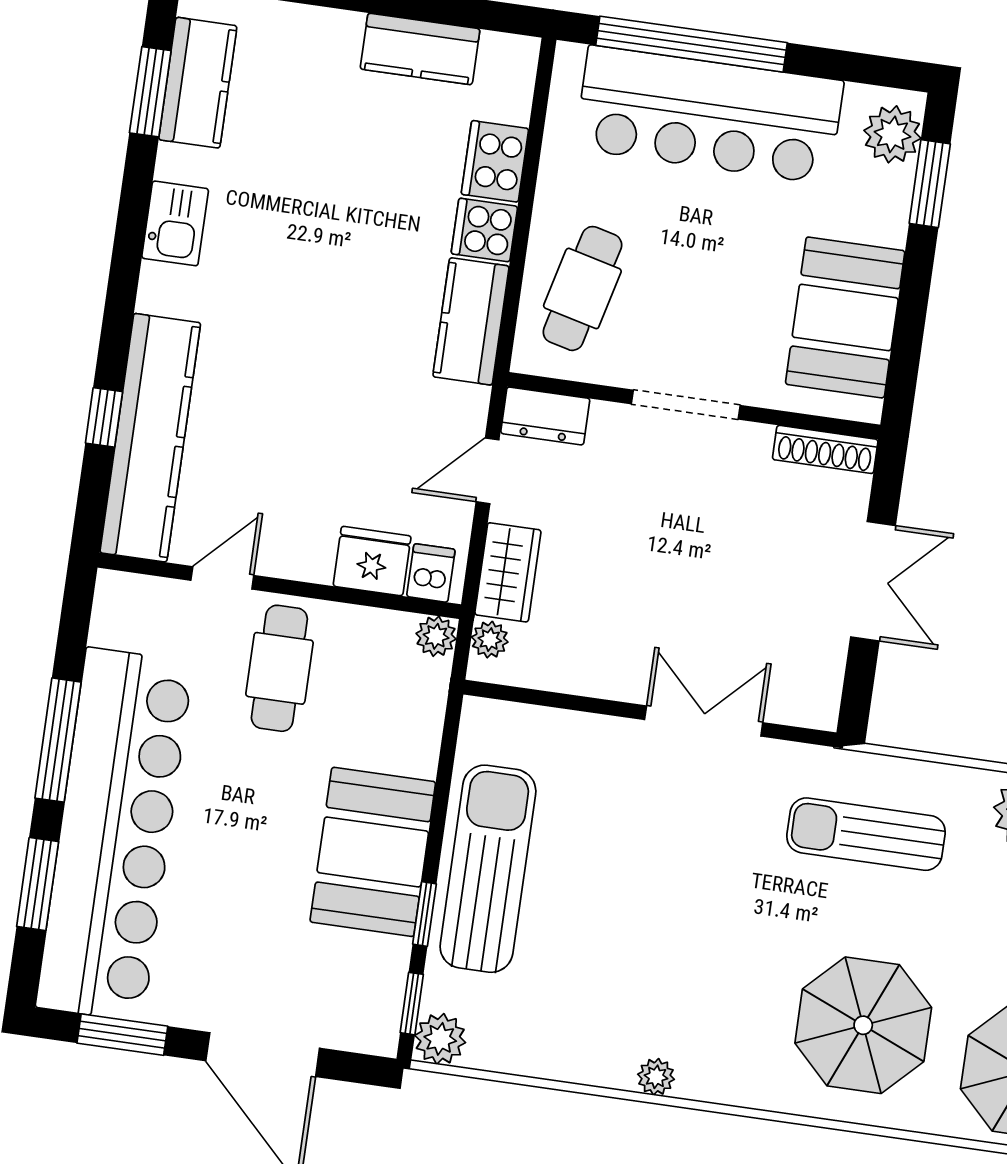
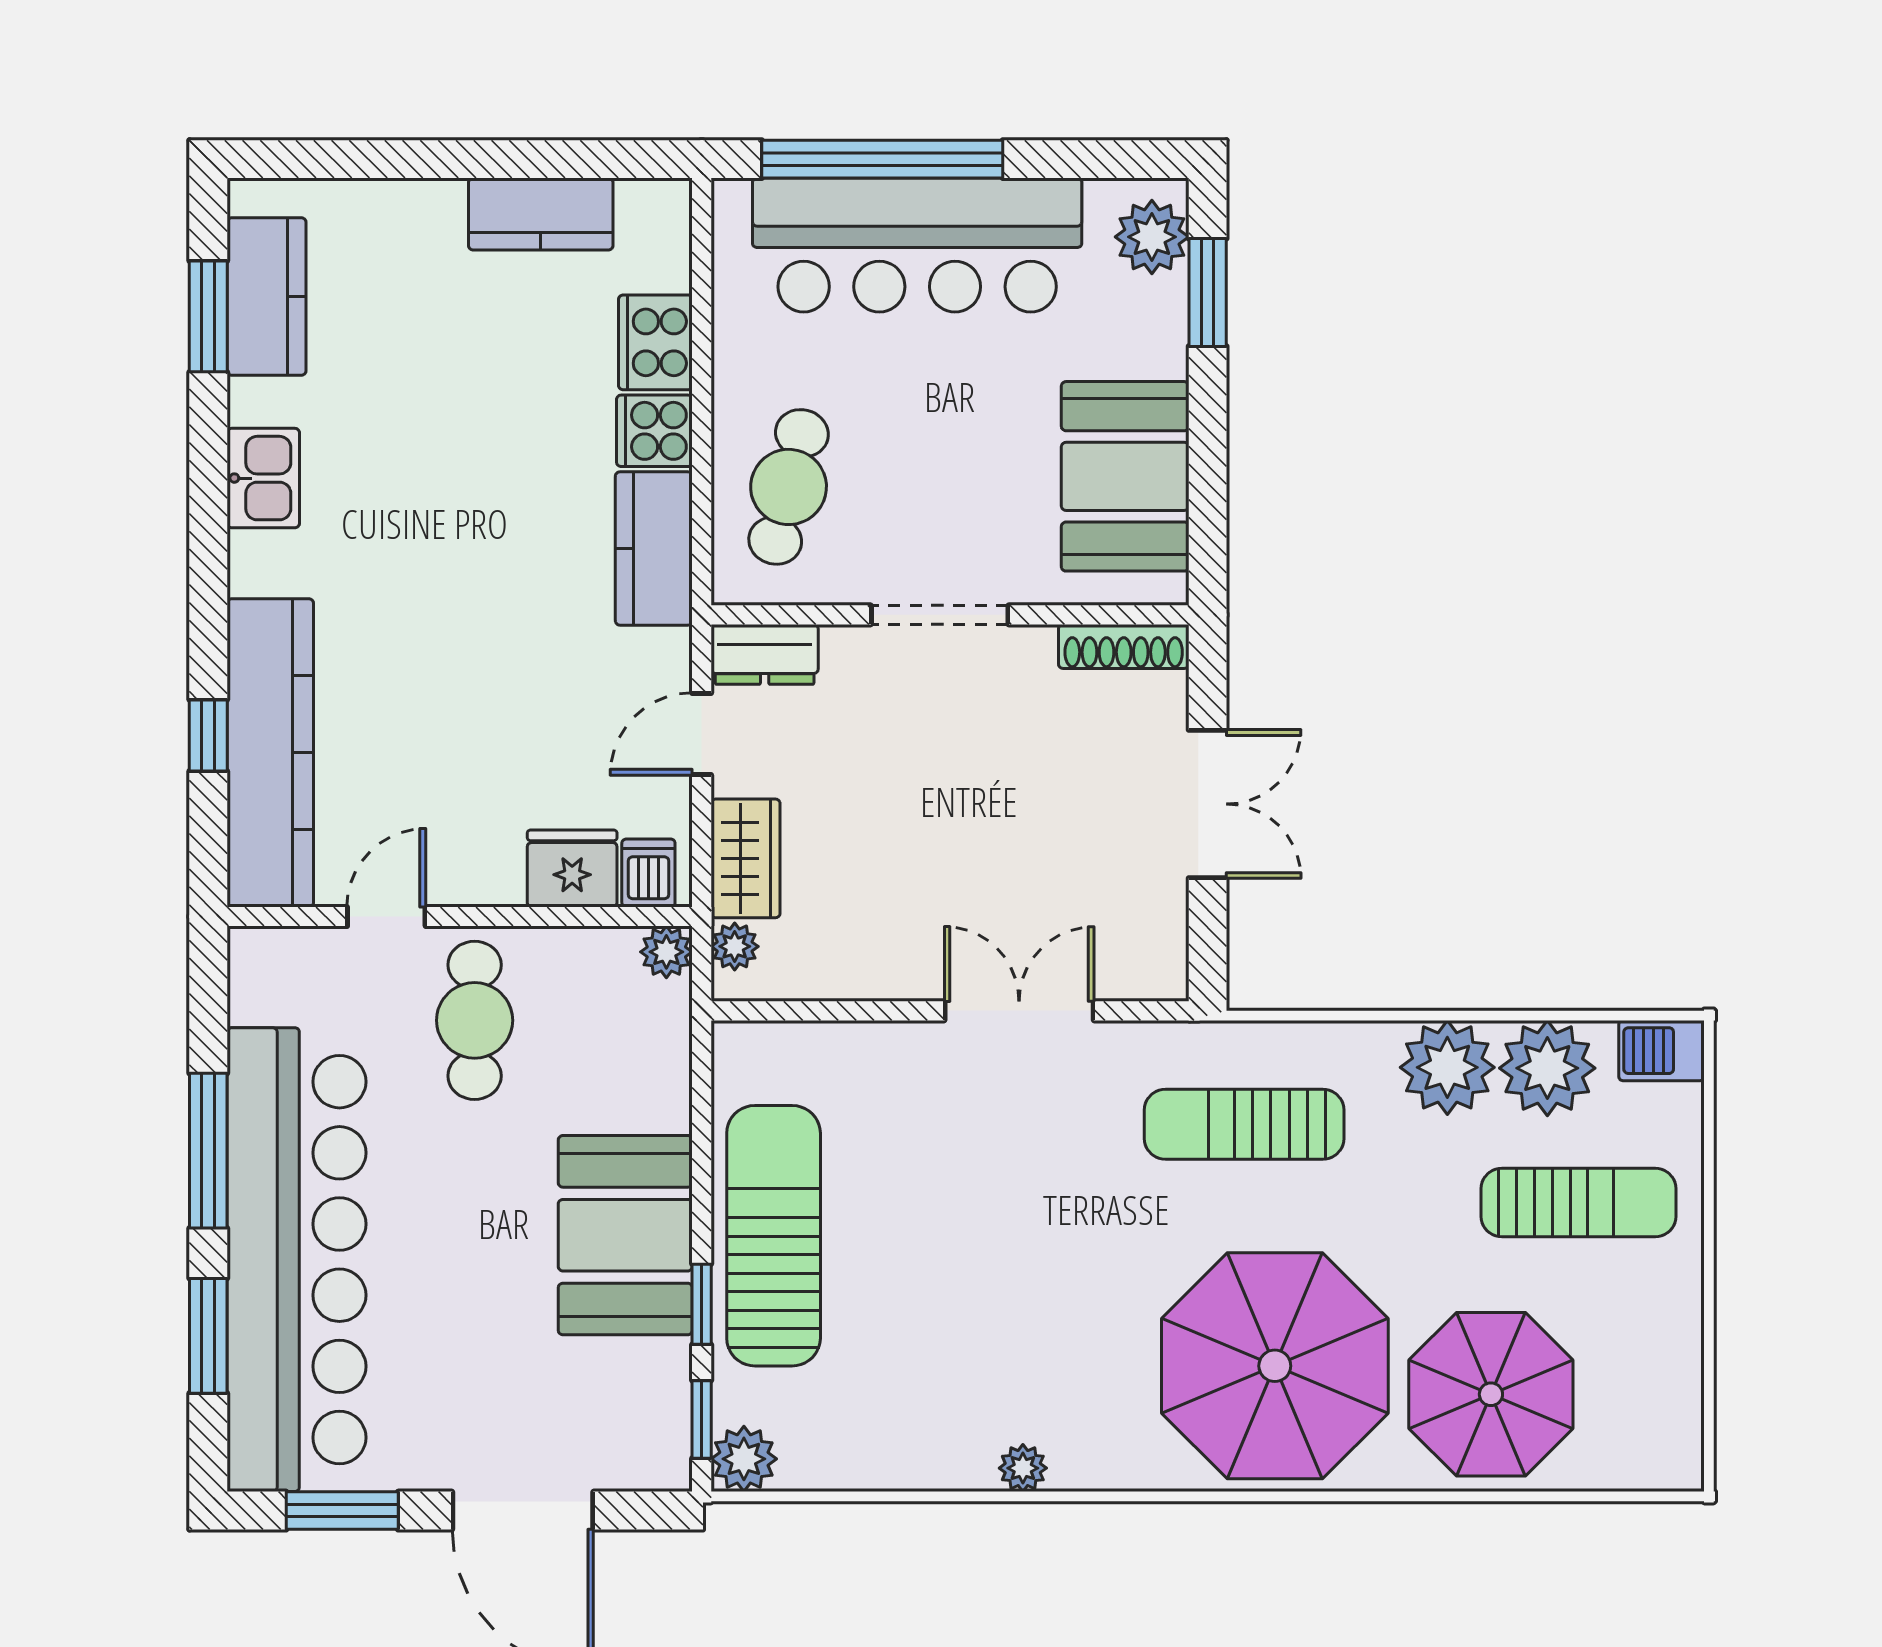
parasol: (863, 1025) -> (1275, 1366), width x1.36, depth x1.36

